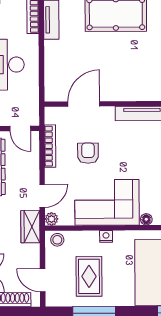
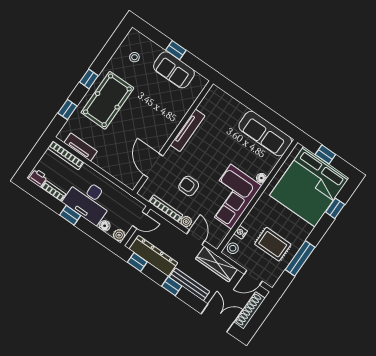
plant: (51, 219) -> (186, 222), moved
wardrobe: (30, 227) -> (216, 264), width x1.50
nightstand: (106, 236) -> (241, 232), moved

